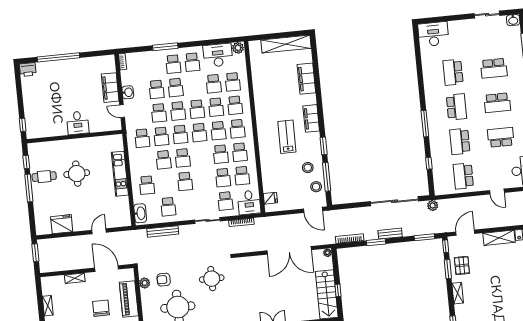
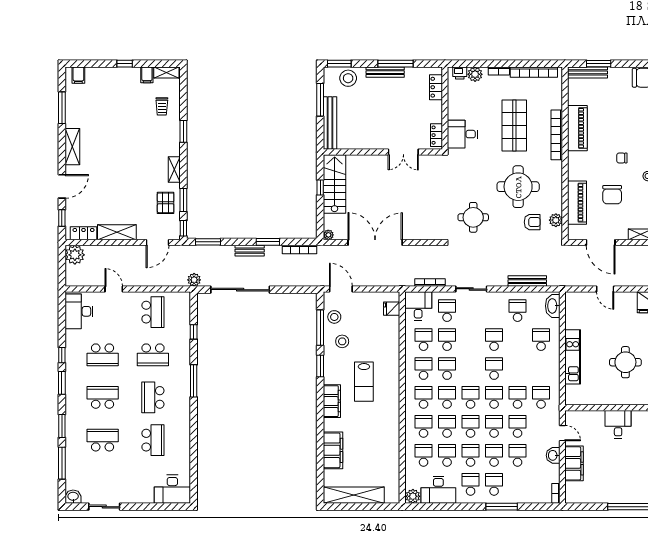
school desk: (460, 141) -> (153, 355), turned 90
school desk: (164, 160) -> (471, 455), moved
door: (99, 231) -> (605, 289), hinge flipped

